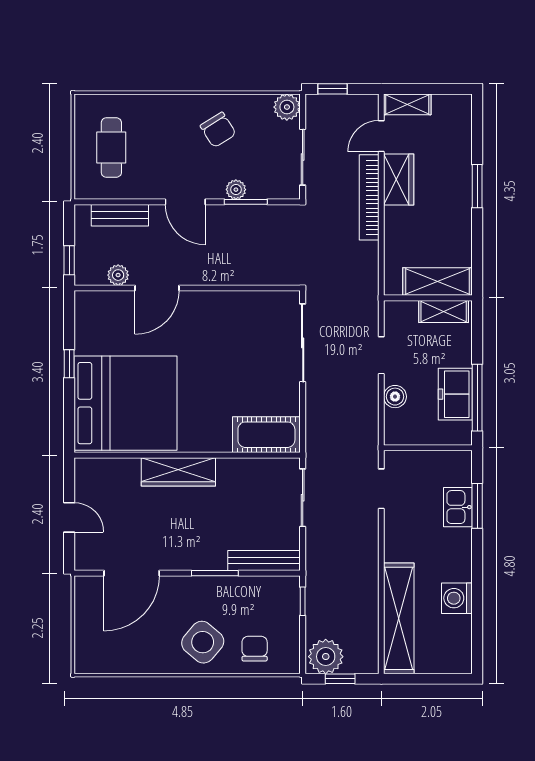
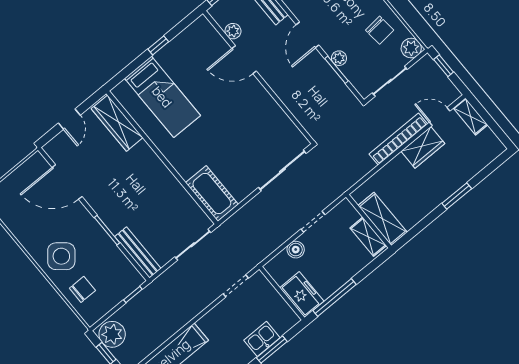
chair: (218, 130) -> (380, 30), moved, turned -63
freezer: (455, 394) -> (302, 294), moved, turned 90
bed: (125, 403) -> (162, 97), width x0.49
wardrobe: (178, 472) -> (117, 123), moved

